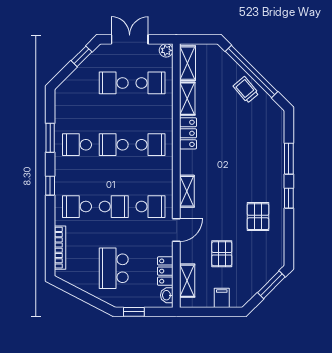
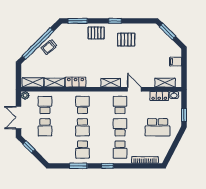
window: (289, 159) -> (78, 21), moved
pallet: (222, 254) -> (96, 33), moved

